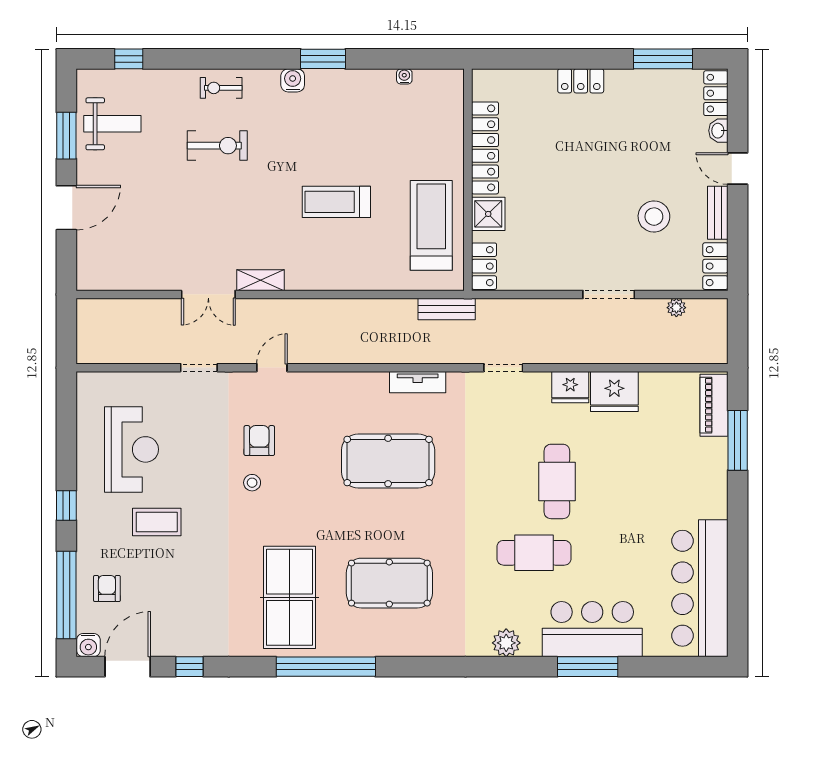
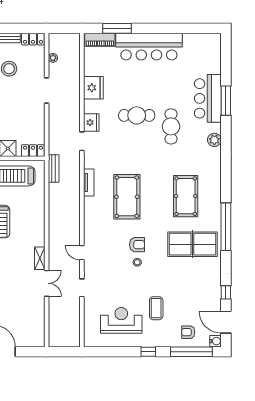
fridge: (570, 387) -> (91, 123), moved
armchair: (259, 441) -> (137, 245), moved, turned 180
bar counter: (700, 588) -> (149, 47), moved

